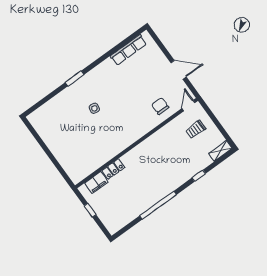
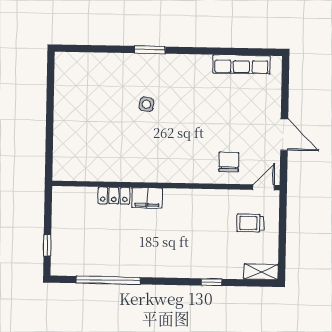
filing cabinet: (96, 183) -> (147, 198), moved
window: (158, 205) -> (108, 280), moved
window: (90, 210) -> (47, 245), moved

